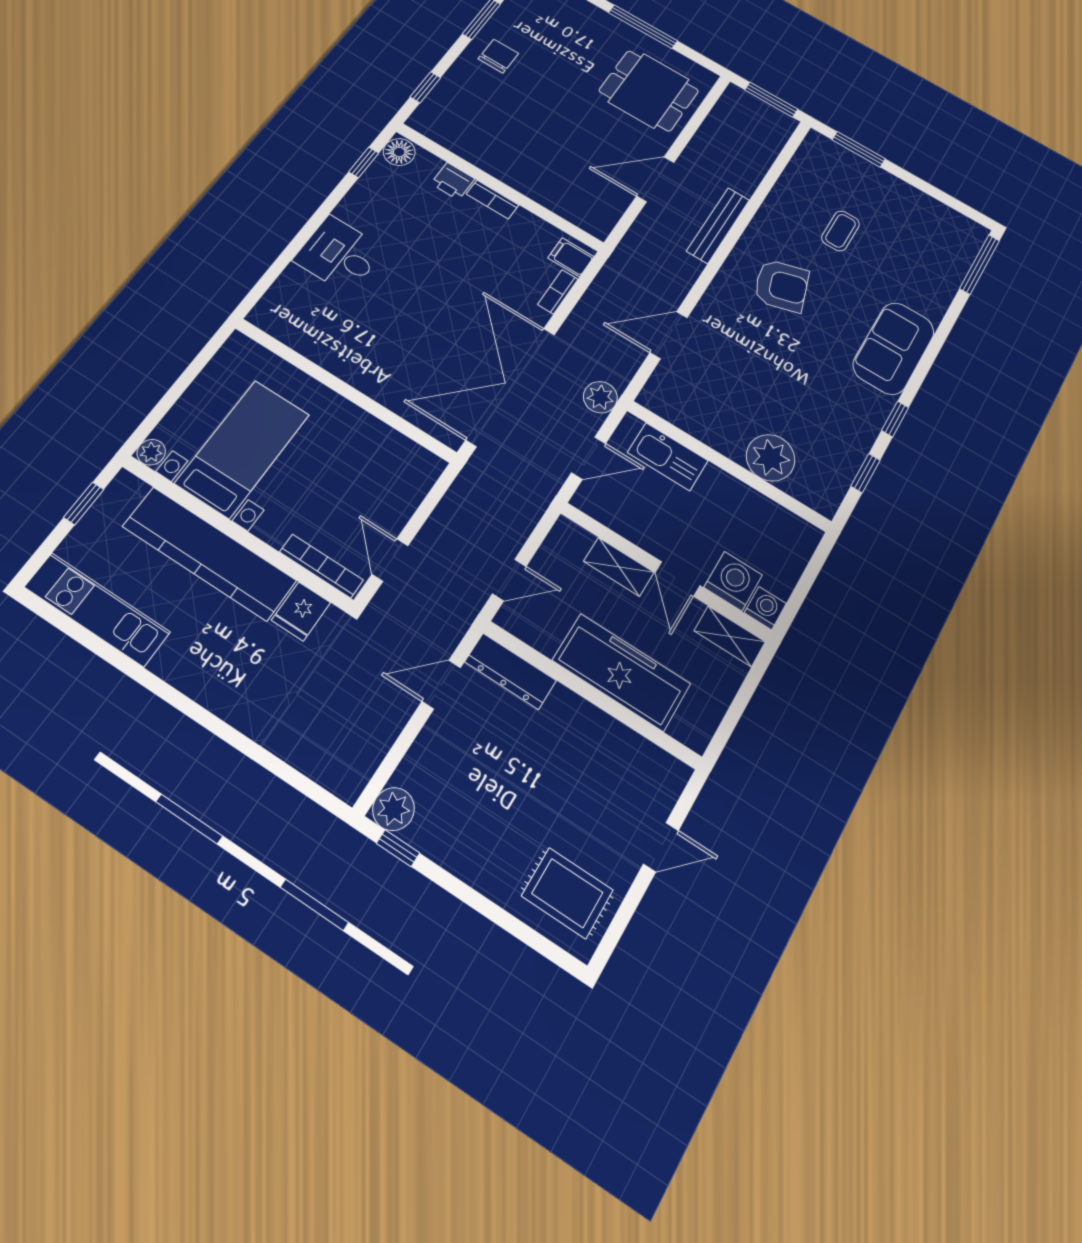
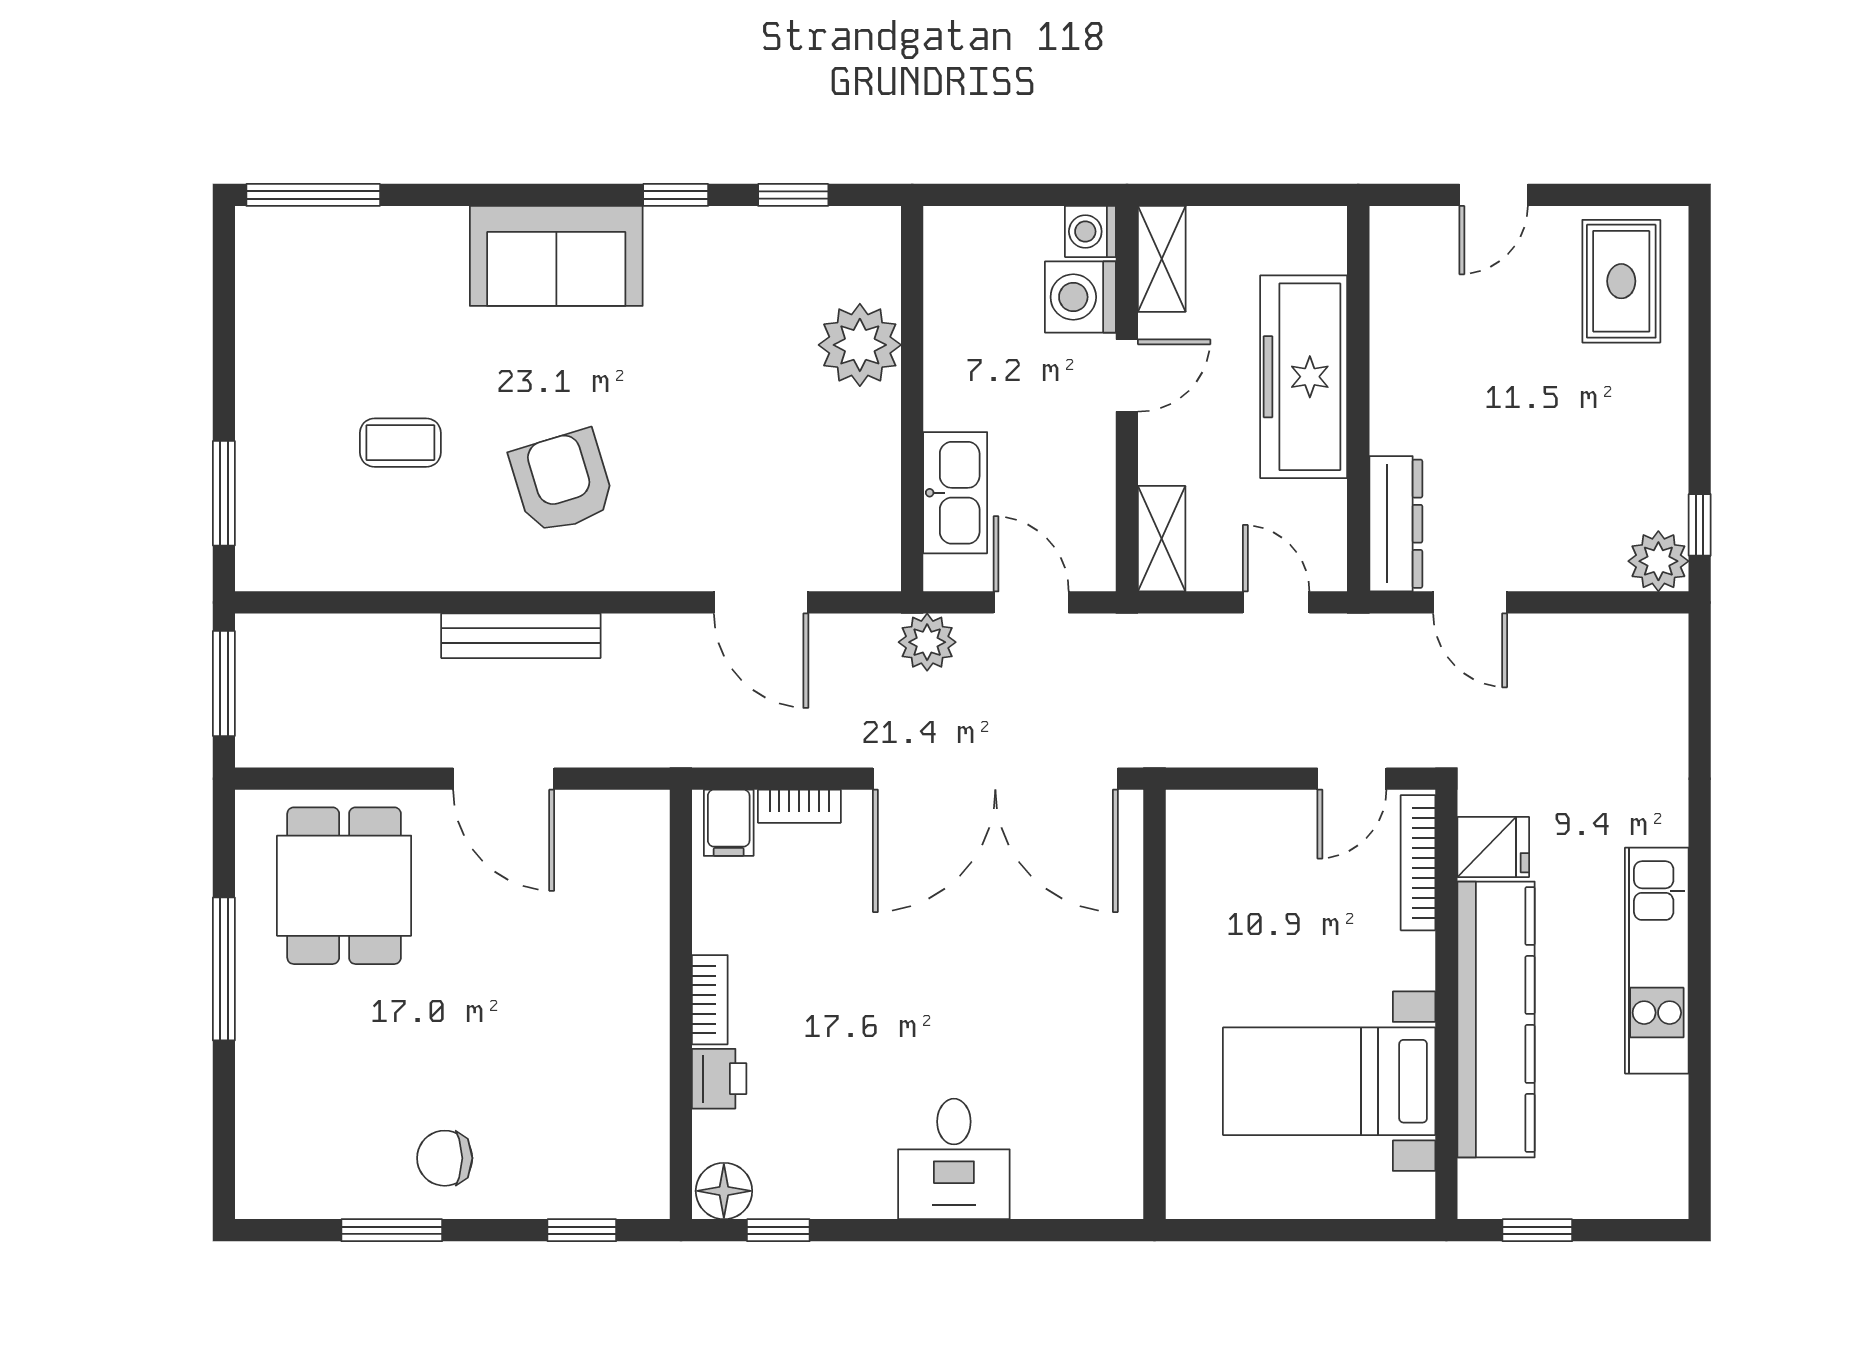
plant: (151, 452) -> (1413, 1197), removed
shelving: (619, 567) -> (1162, 539), moved
kitchen unit: (97, 609) -> (1657, 961), moved
door: (661, 847) -> (1494, 195), swing flipped

